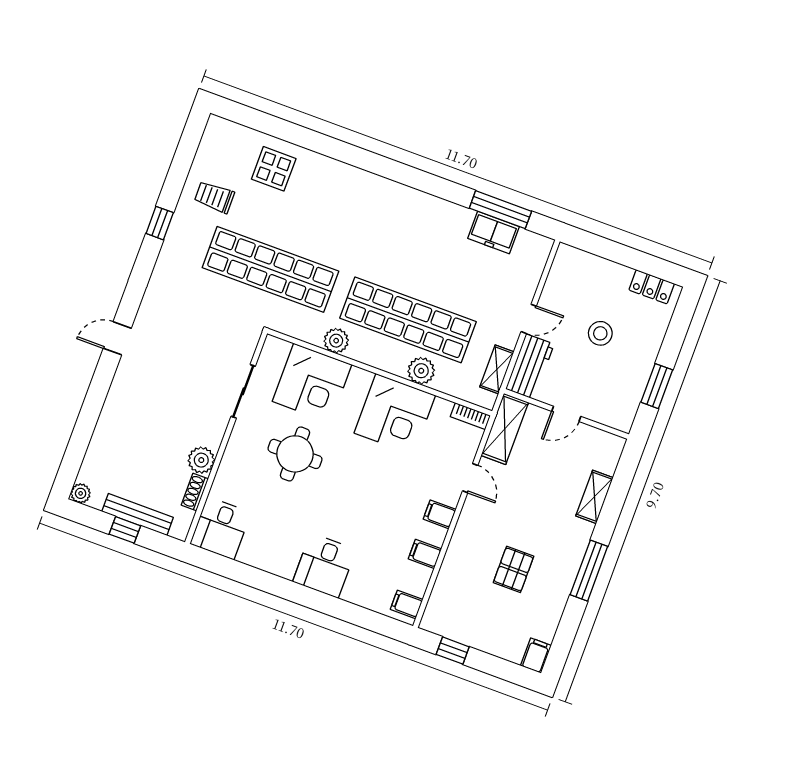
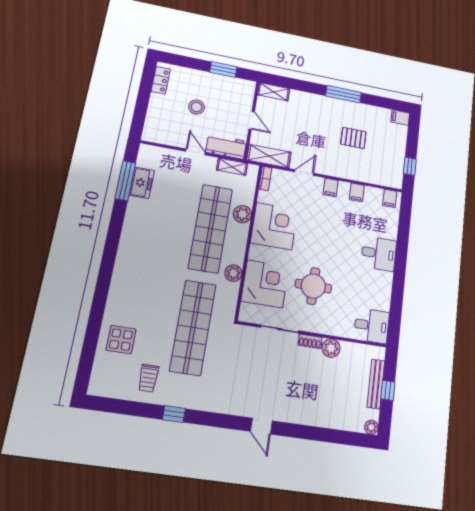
shoe rack: (195, 492) -> (310, 341), moved
shelving: (594, 497) -> (274, 92), moved

